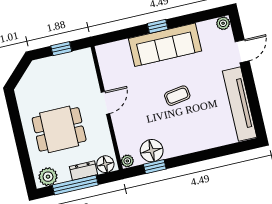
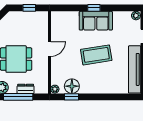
sofa: (165, 45) -> (96, 21), width x0.73
coffee table: (177, 96) -> (96, 55), width x1.86, depth x1.72
floor lamp: (105, 164) -> (40, 88), removed

